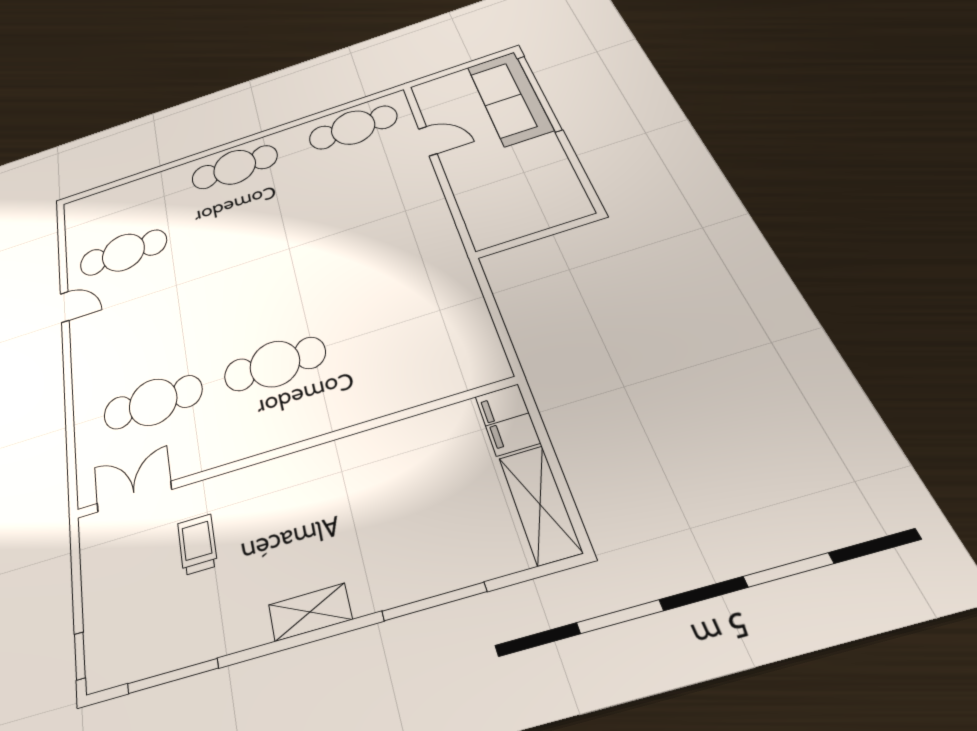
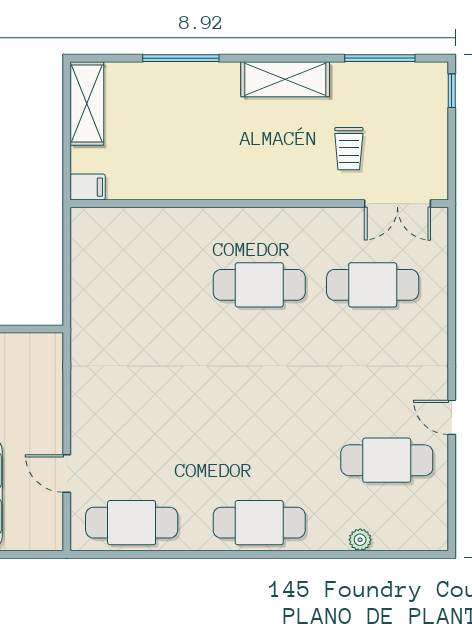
plant: (142, 186) -> (360, 540), added
filing cabinet: (507, 420) -> (88, 187), width x0.50
shelving: (310, 612) -> (285, 79), width x1.50, depth x1.33

